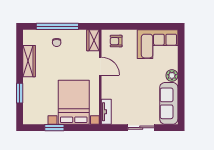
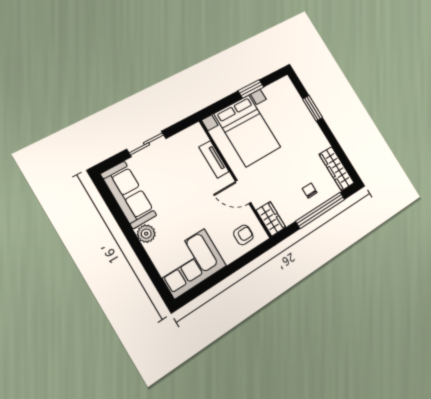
wardrobe: (29, 61) -> (337, 169), moved
tv unit: (106, 112) -> (214, 159), moved

